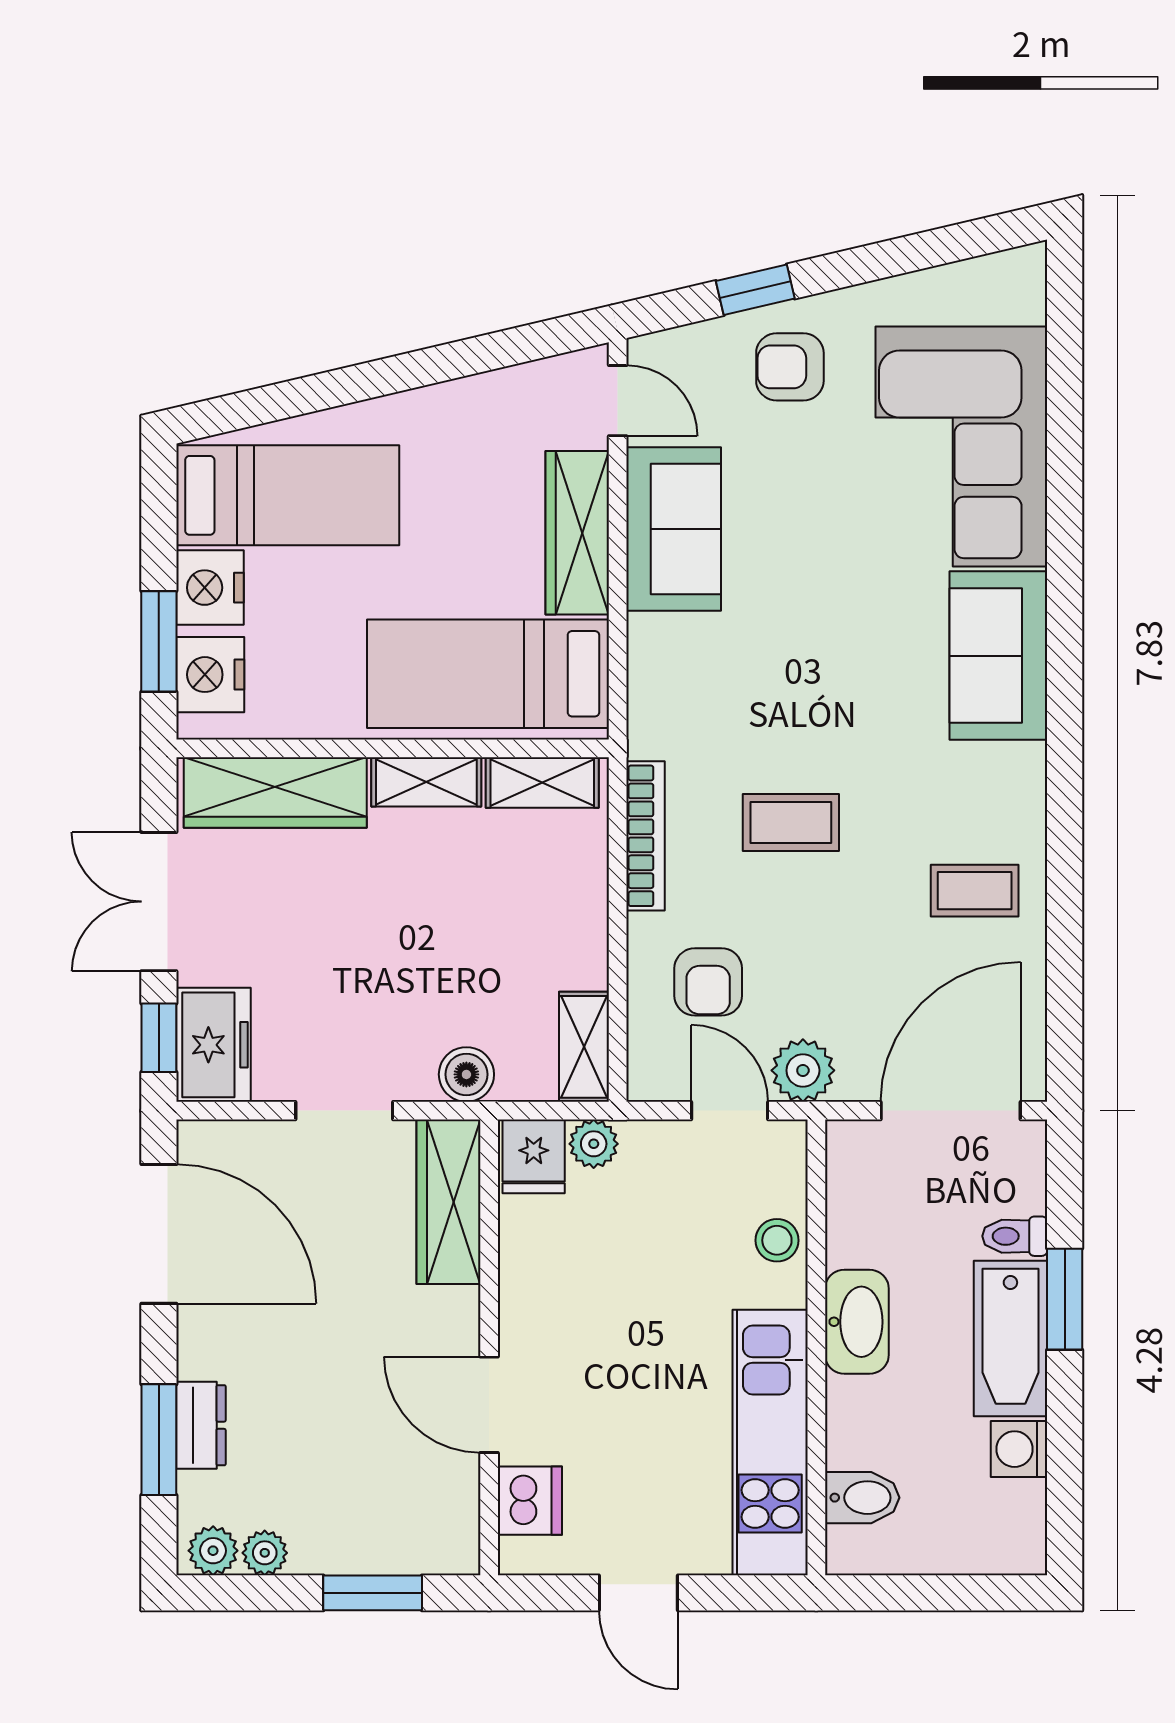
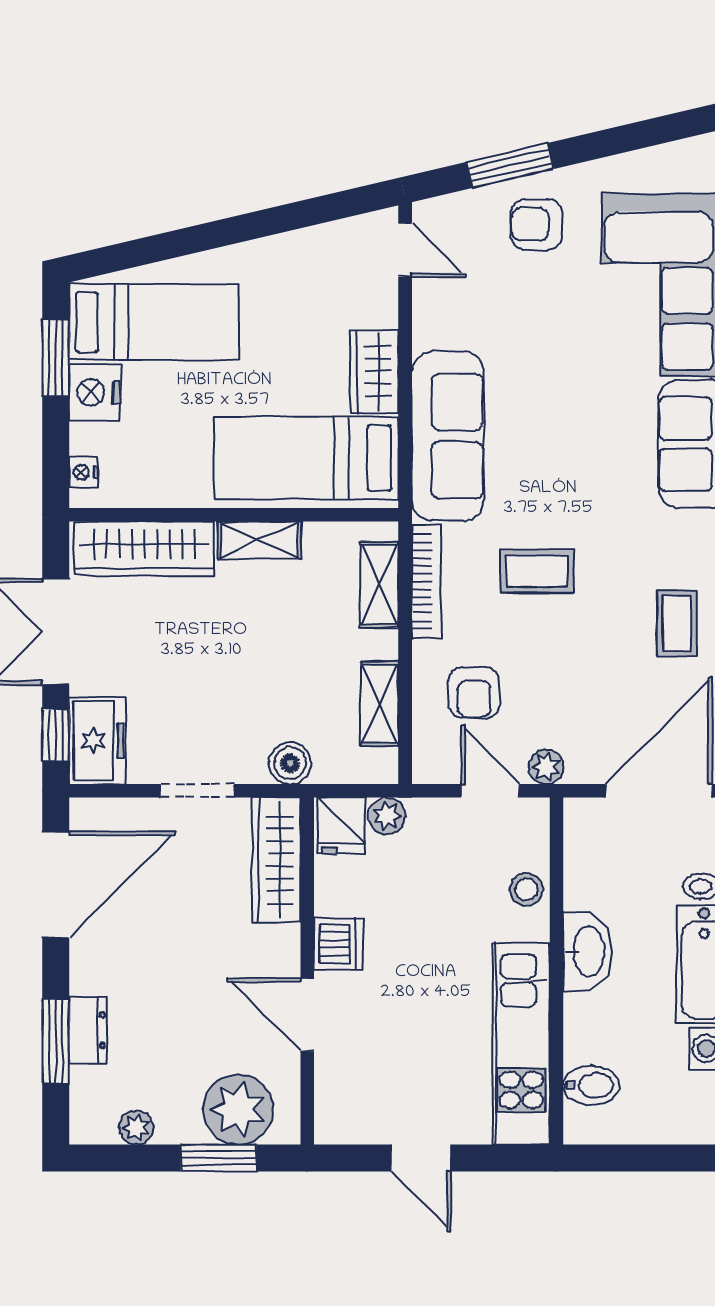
window: (755, 290) -> (510, 165), width x1.50
sofa: (674, 529) -> (448, 436), moved, width x1.36
wardrobe: (577, 533) -> (374, 371), width x0.67
window: (159, 641) -> (56, 358), moved
nightstand: (210, 675) -> (83, 472), width x0.53, depth x0.56
shelving: (542, 783) -> (379, 585), moved, turned 90
coffee table: (975, 891) -> (677, 623), turned 90
shelving: (584, 1047) -> (380, 704), moved
plant: (803, 1070) -> (546, 767), width x0.73, depth x0.73
door: (159, 1234) -> (56, 885), hinge flipped
dishwasher: (530, 1501) -> (338, 944), moved
plant: (213, 1551) -> (238, 1109), moved, width x1.87, depth x1.87

